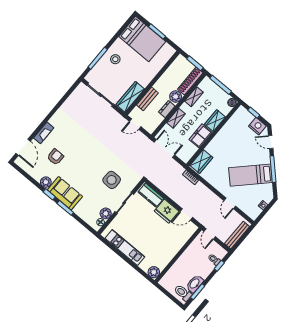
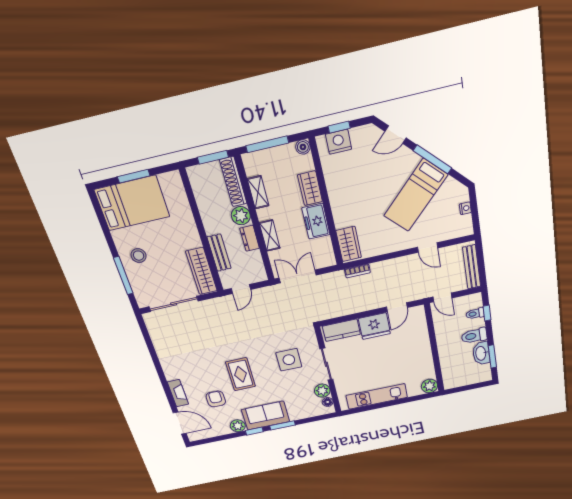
nightstand: (257, 126) -> (339, 142), moved
rug: (82, 160) -> (241, 374), added
toilet: (183, 293) -> (474, 336), moved

